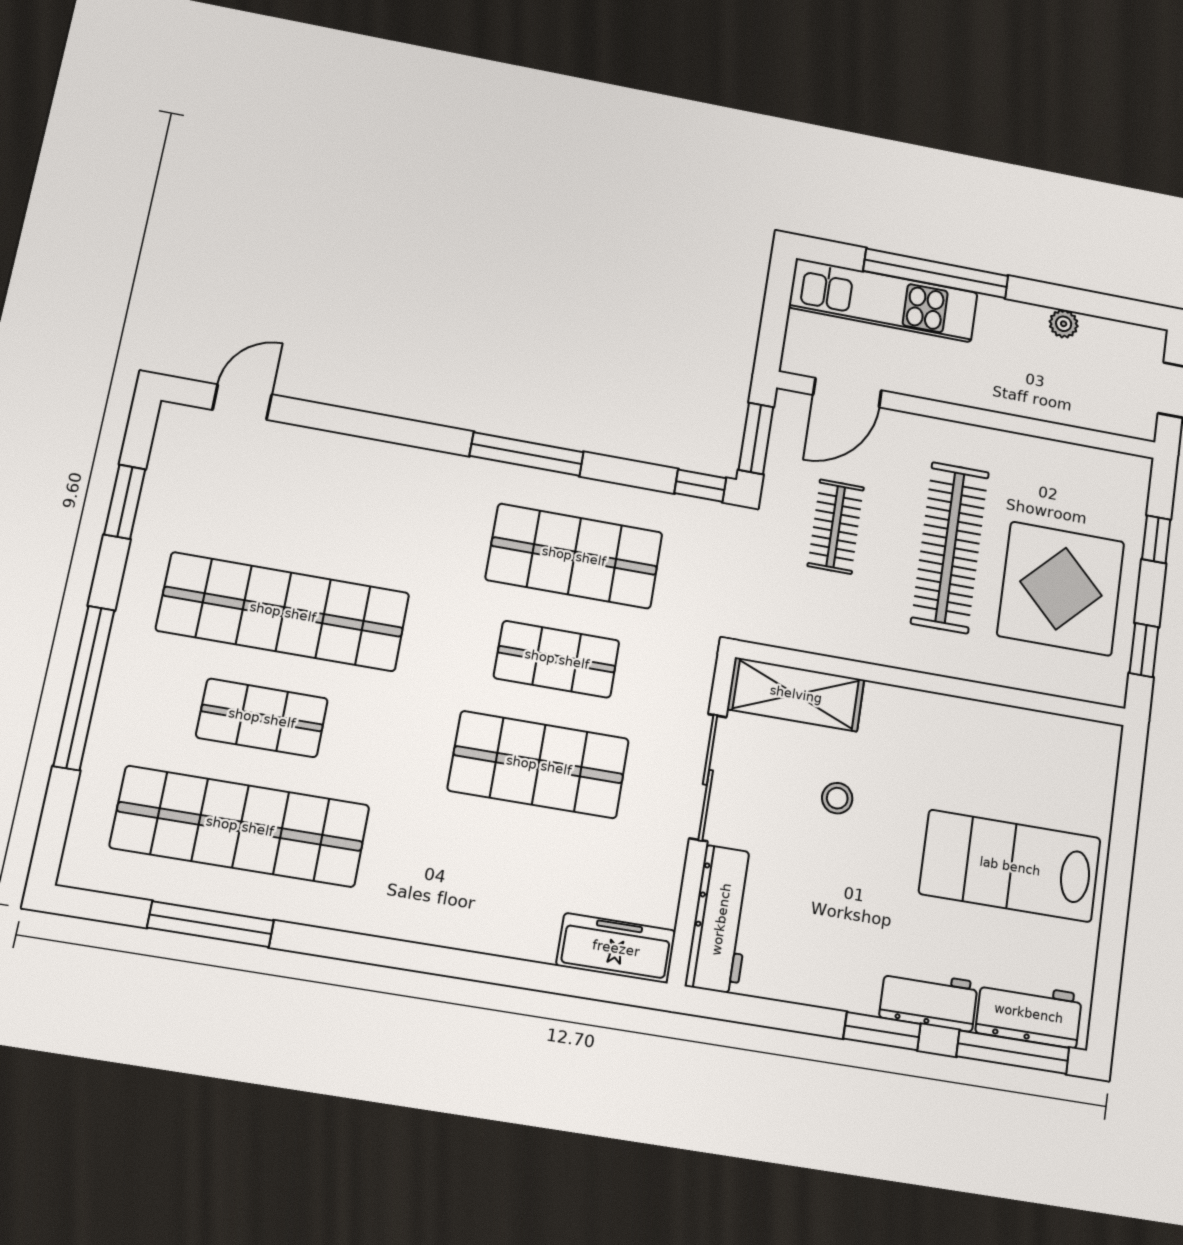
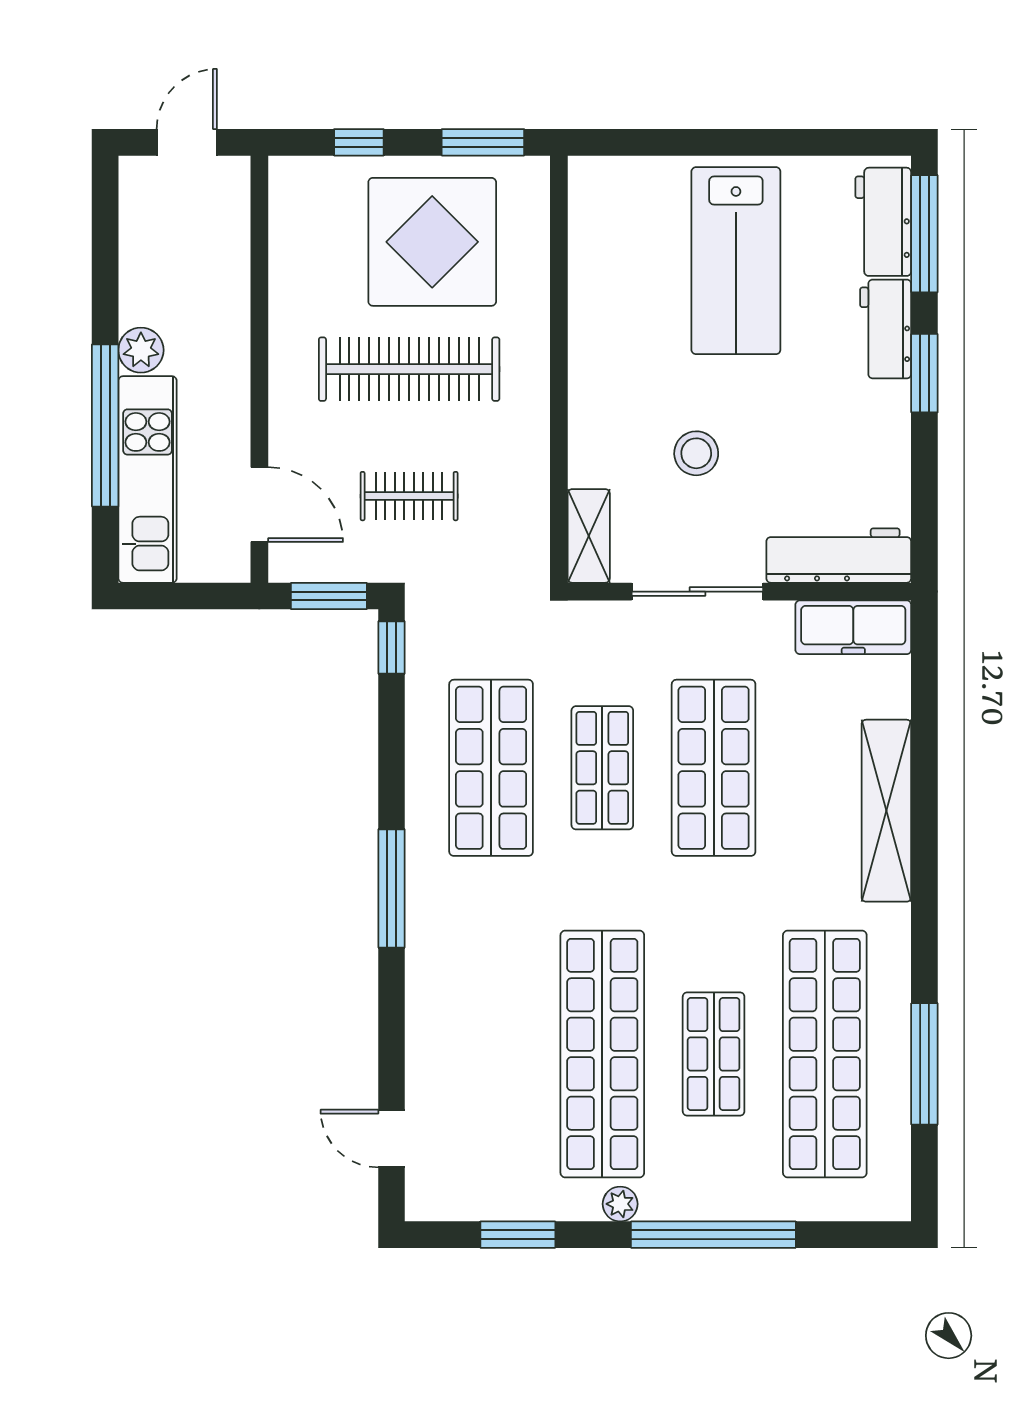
plant: (1064, 324) -> (141, 350), moved, width x1.38, depth x1.38
window: (527, 454) -> (391, 888), moved
plant: (134, 603) -> (620, 1204), added
window: (1144, 650) -> (483, 142), width x1.50
shelving: (796, 694) -> (589, 536), width x0.67, depth x0.75
stool: (837, 798) -> (696, 453), width x1.37, depth x1.37
shelving: (468, 926) -> (886, 811), added
freezer: (616, 948) -> (853, 627), moved, turned -90

